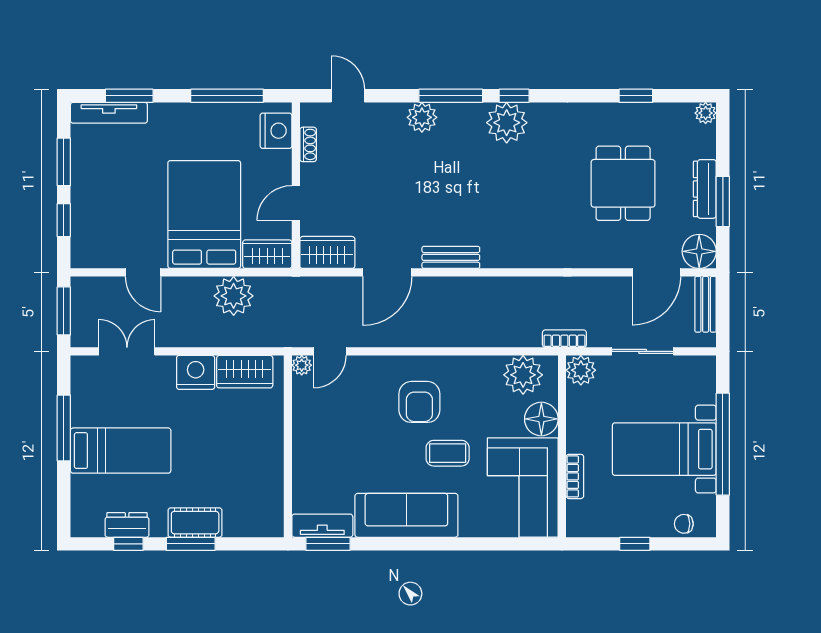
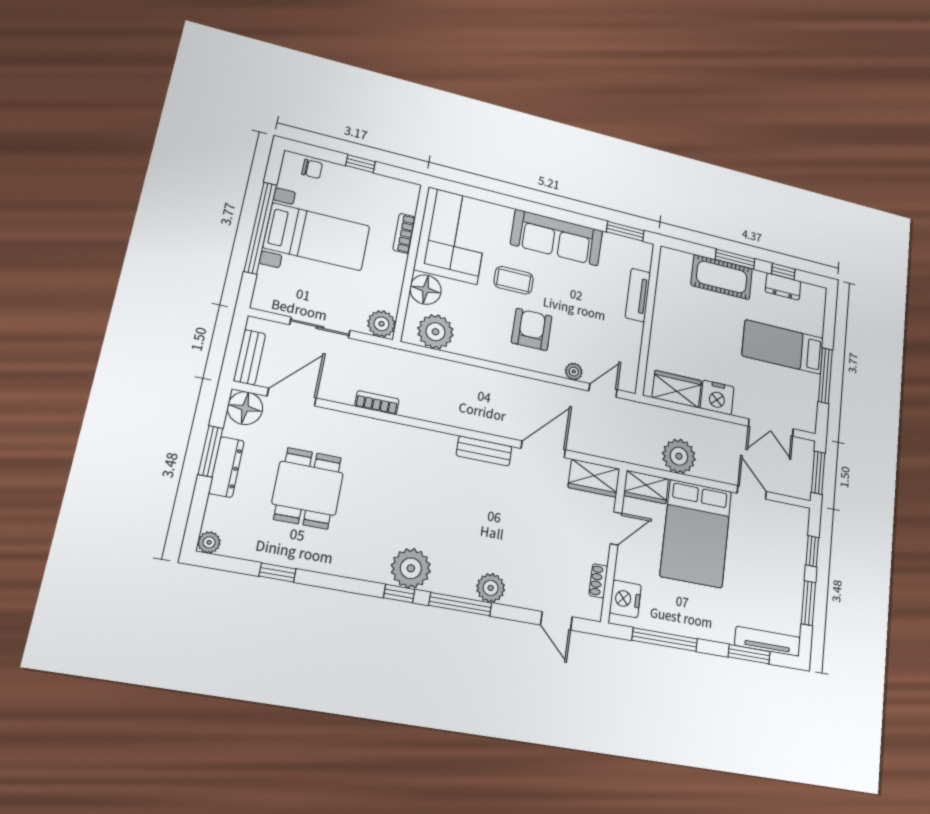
bookcase: (564, 339) -> (377, 403), moved, turned 180
plant: (302, 365) -> (574, 372), moved
cot: (195, 523) -> (722, 277), width x1.37, depth x1.34
tv unit: (322, 526) -> (638, 295), moved, turned 90

